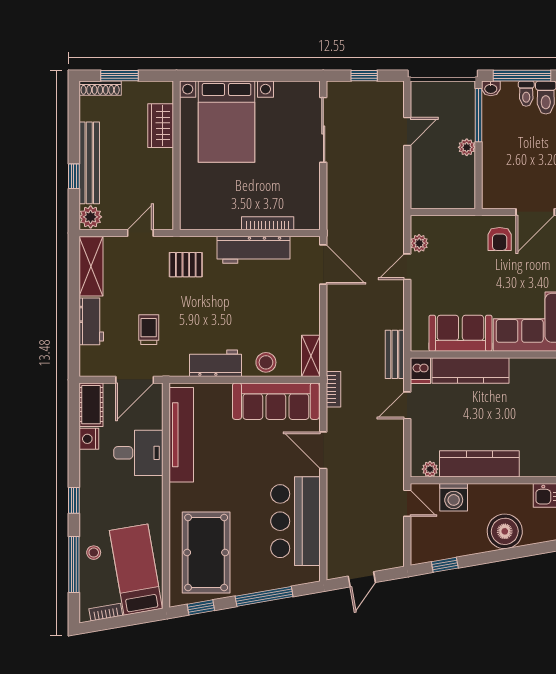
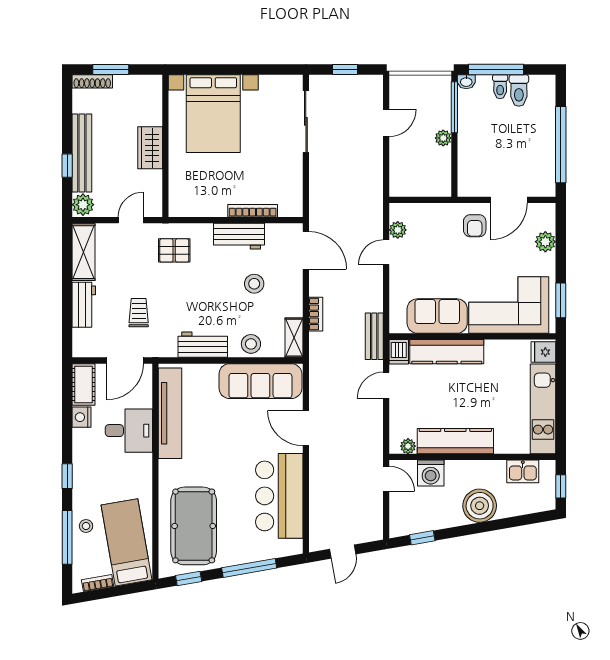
wardrobe: (161, 126) -> (150, 148), moved
workbench: (254, 250) -> (239, 236), width x0.73
stool: (269, 299) -> (254, 284), added
bookcase: (334, 389) -> (316, 314), moved

